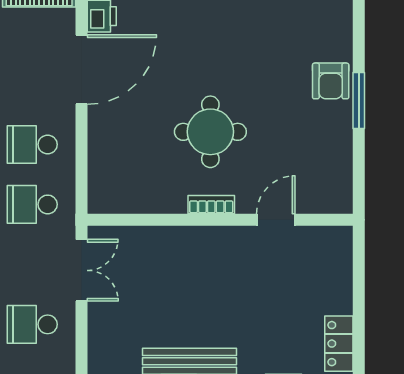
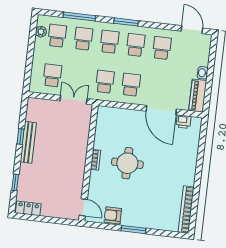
armchair: (331, 81) -> (113, 215), moved
door: (276, 220) -> (83, 207), moved
double door: (81, 270) -> (74, 100), swing flipped

